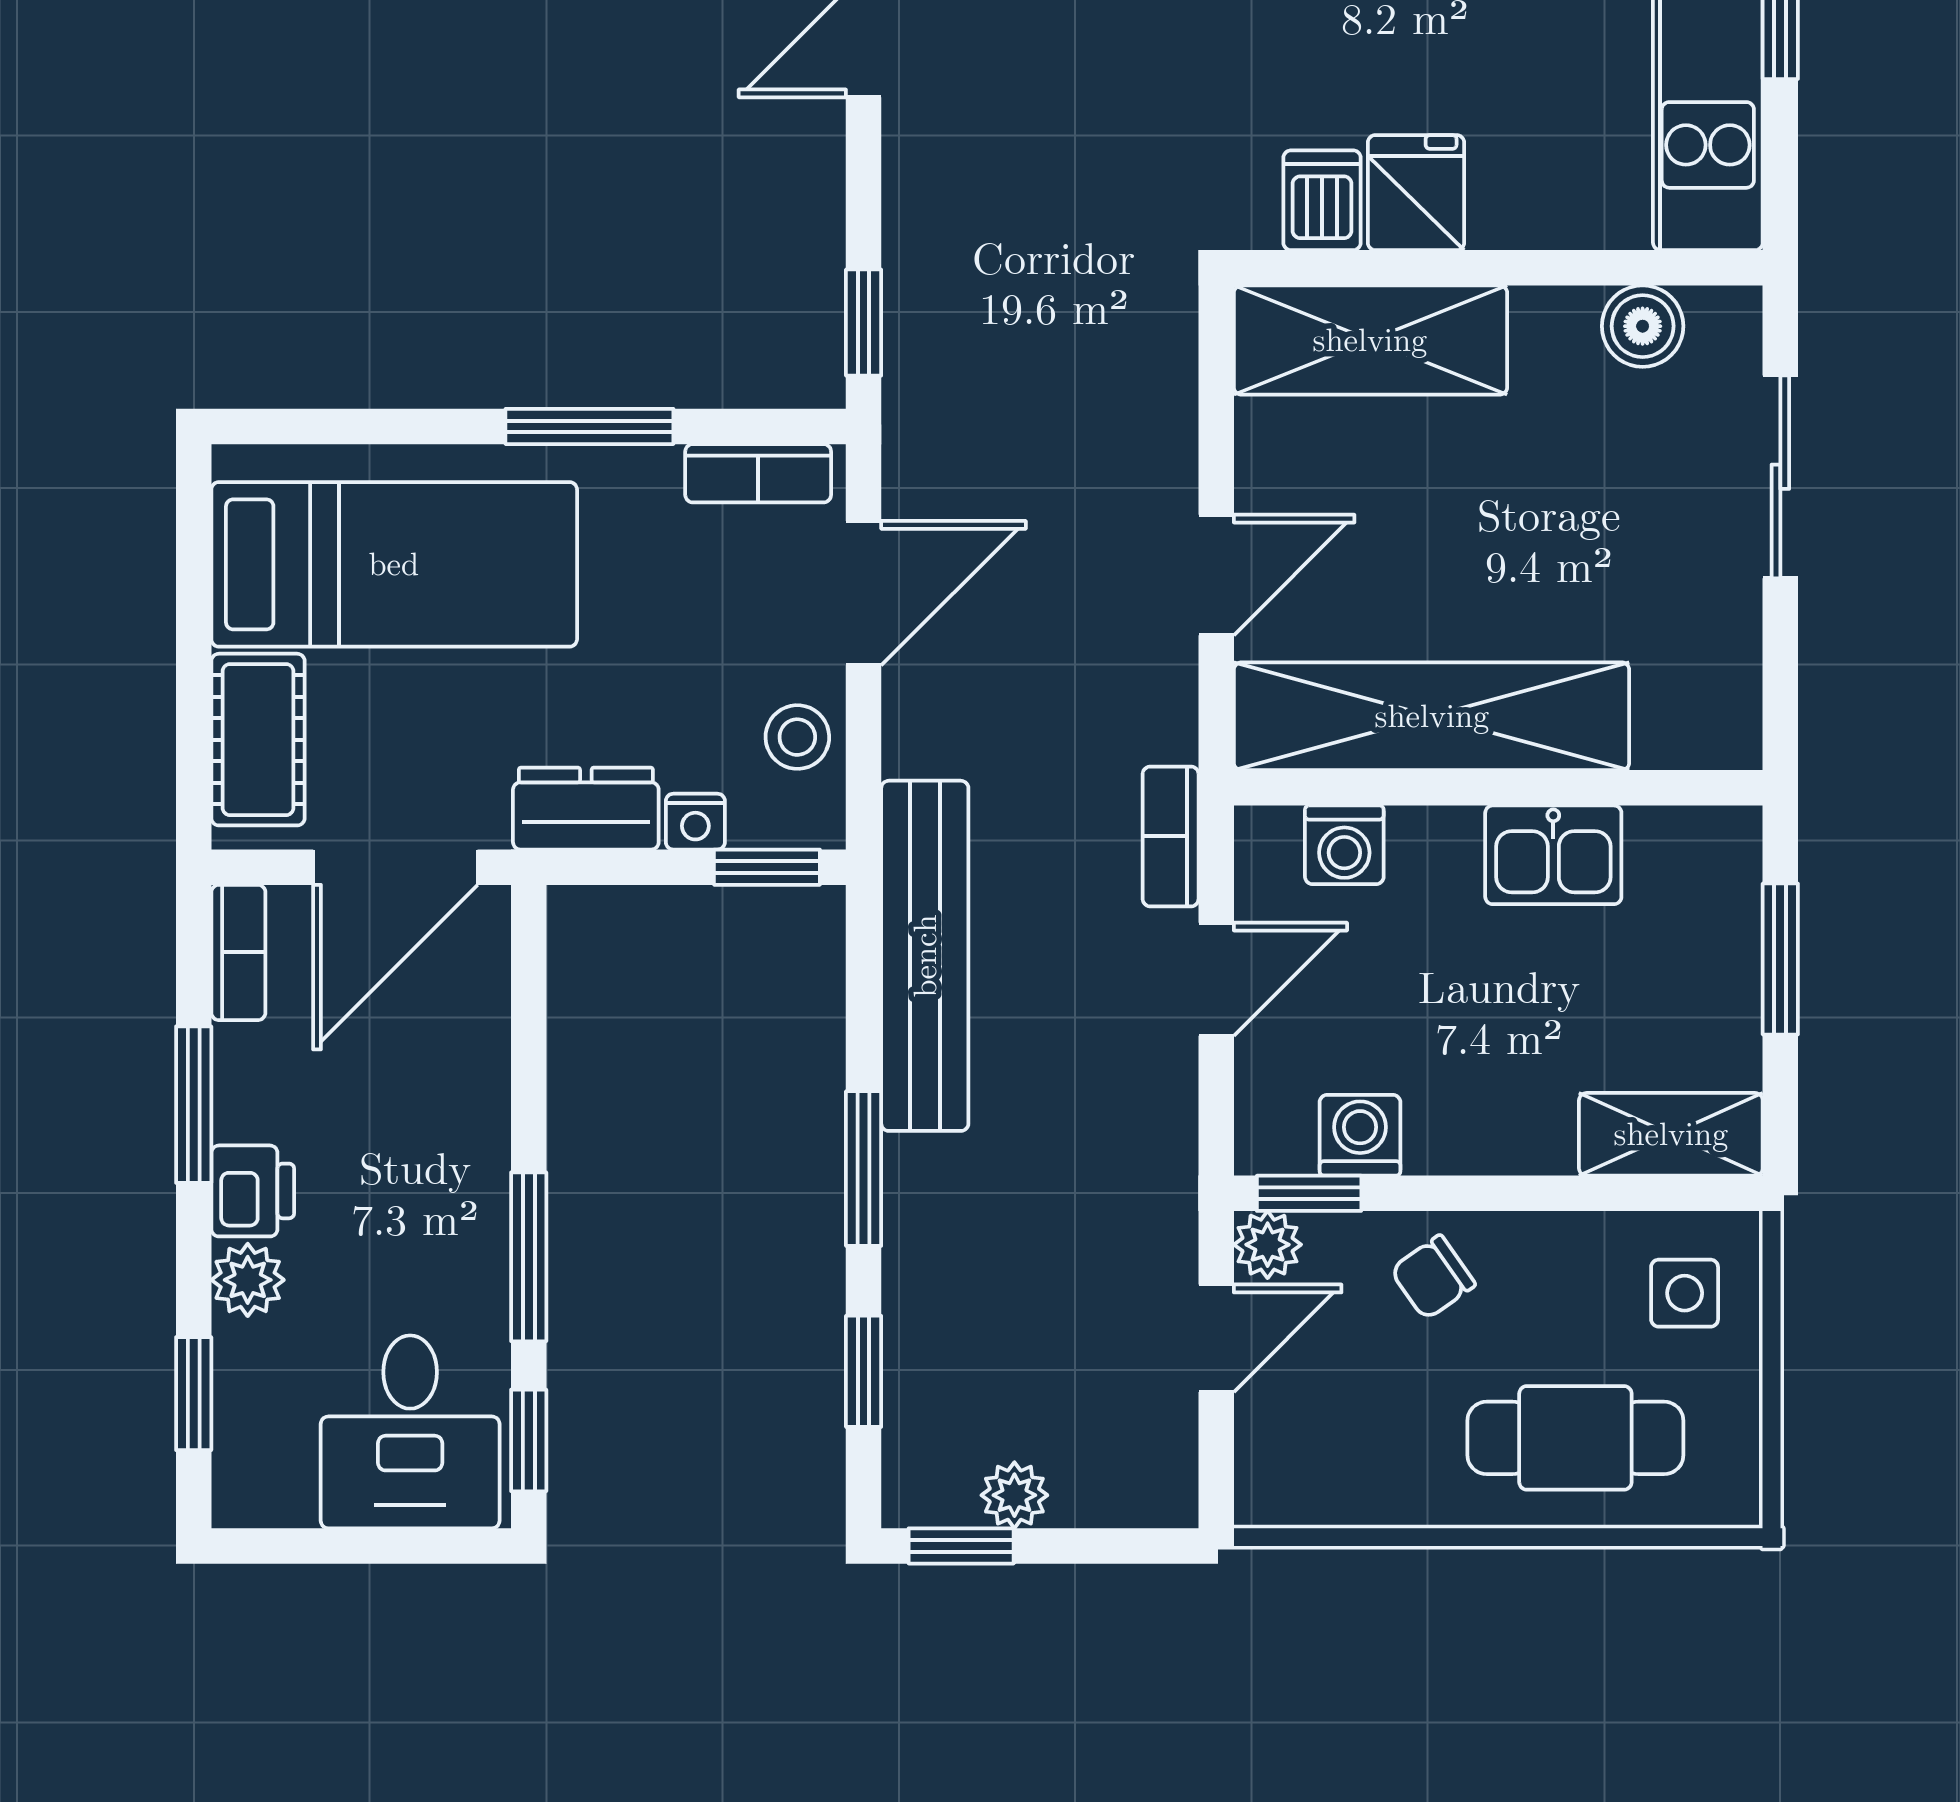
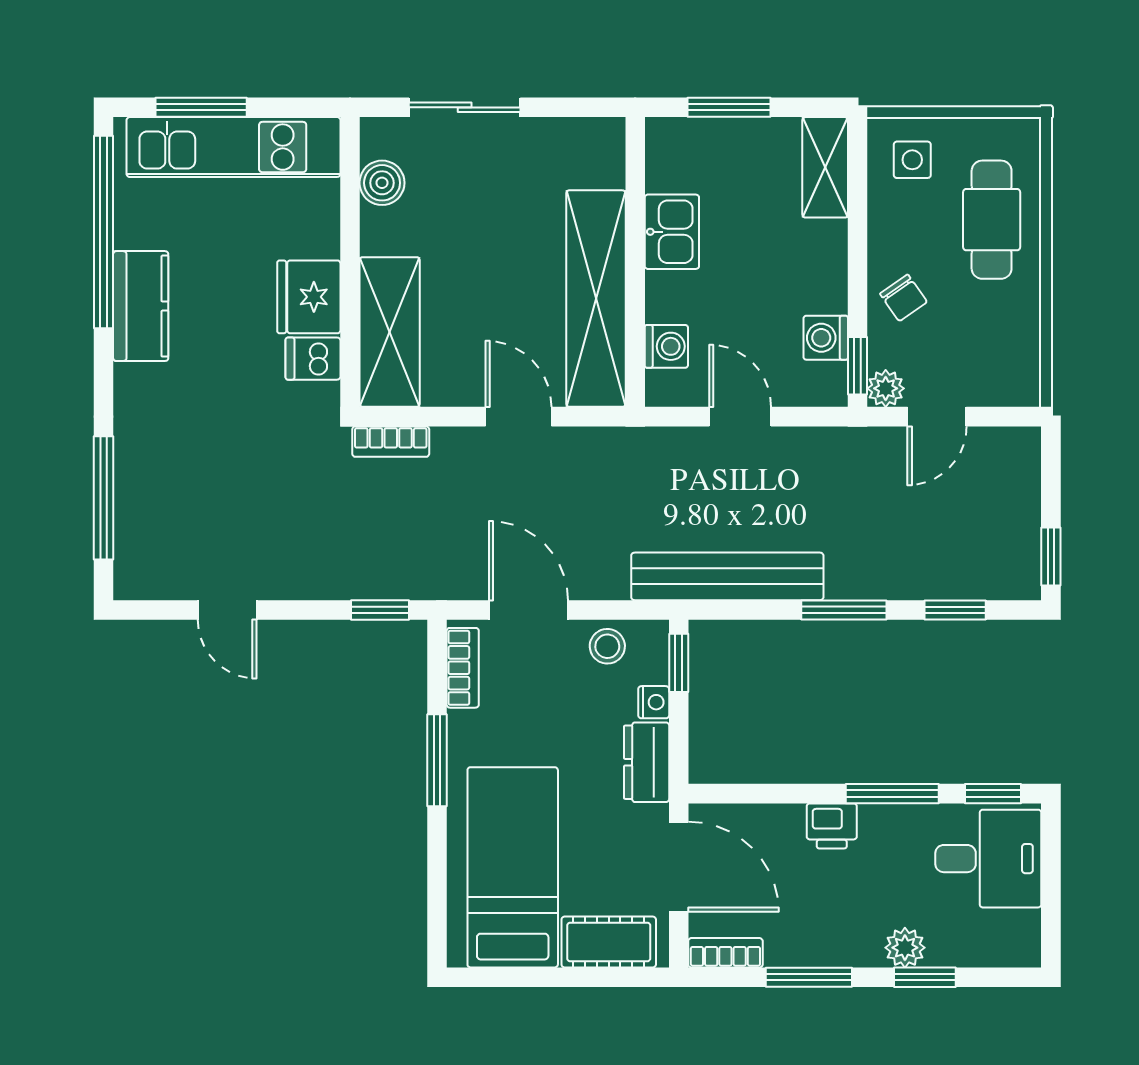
fridge: (1416, 193) -> (309, 297), width x1.38
bookcase: (1171, 836) -> (391, 442), moved
printer: (253, 1191) -> (832, 826), moved, turned 180
door: (1216, 1338) -> (937, 417), swing flipped
window: (194, 1394) -> (925, 977), moved
plant: (1014, 1495) -> (1023, 527), removed

